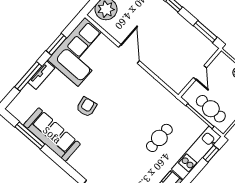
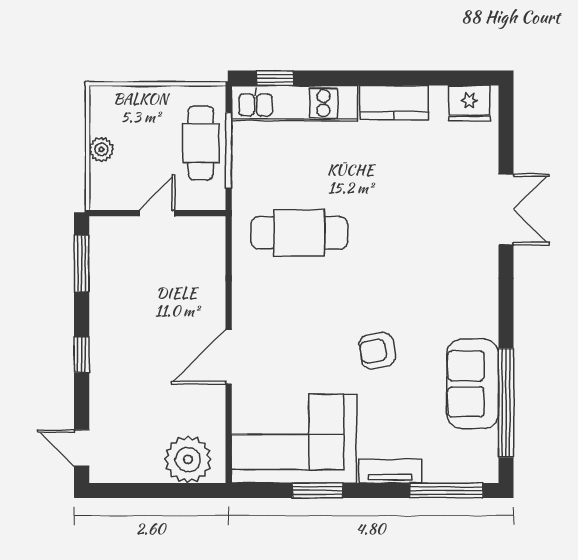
window: (28, 76) -> (446, 491), moved
window: (30, 135) -> (506, 403), width x1.46
sofa: (52, 135) -> (473, 384), width x0.73
cafe table: (159, 138) -> (299, 233), moved, width x1.37, depth x1.35

